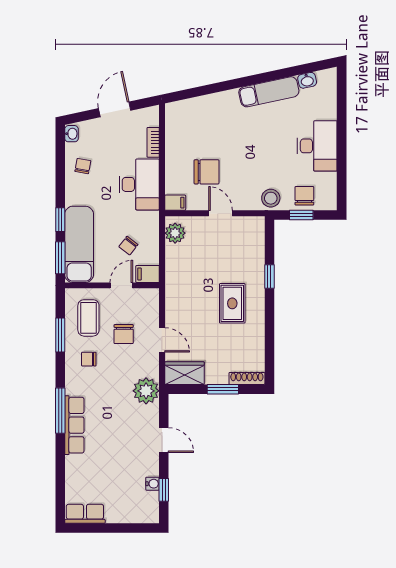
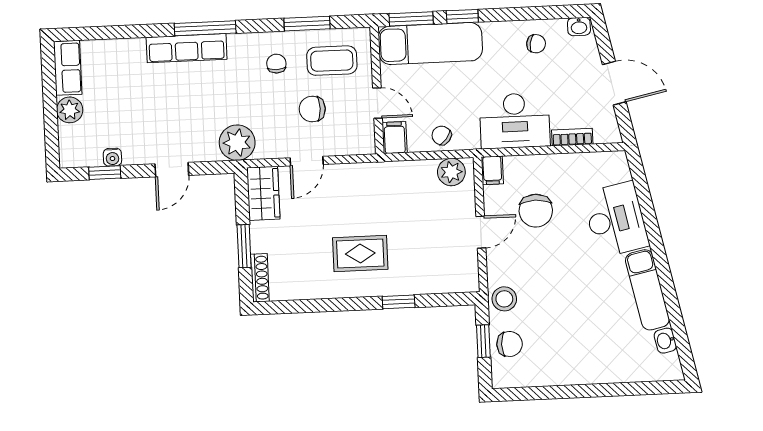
desk: (317, 146) -> (616, 220), moved, turned -102
chair: (128, 246) -> (442, 135), moved
plant: (116, 514) -> (70, 110), added

